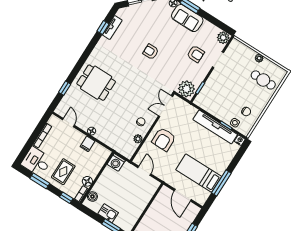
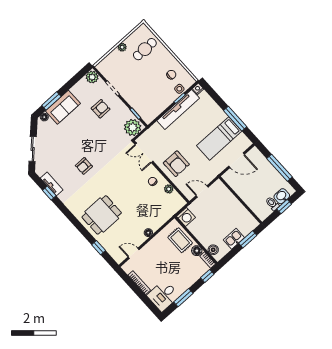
armchair: (151, 52) -> (84, 166), moved
filing cabinet: (87, 144) -> (160, 240), removed
rug: (63, 172) -> (180, 240), moved

